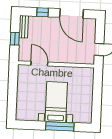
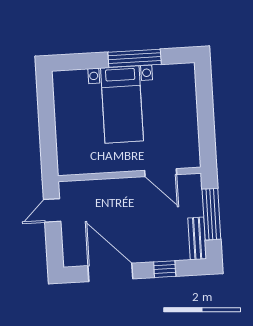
window: (15, 39) -> (211, 214), width x2.17
window: (60, 126) -> (135, 58), moved

